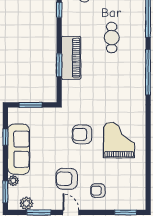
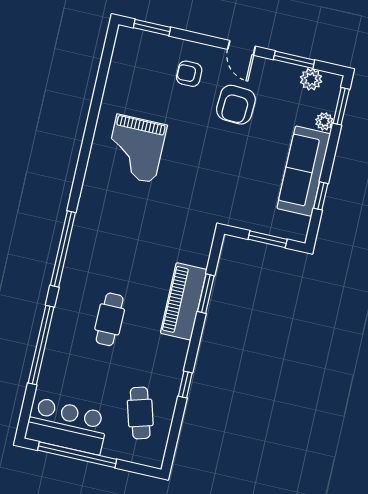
armchair: (82, 134) -> (194, 172), removed
armchair: (67, 179) -> (236, 105), turned 93
armchair: (98, 191) -> (189, 74), turned 180

